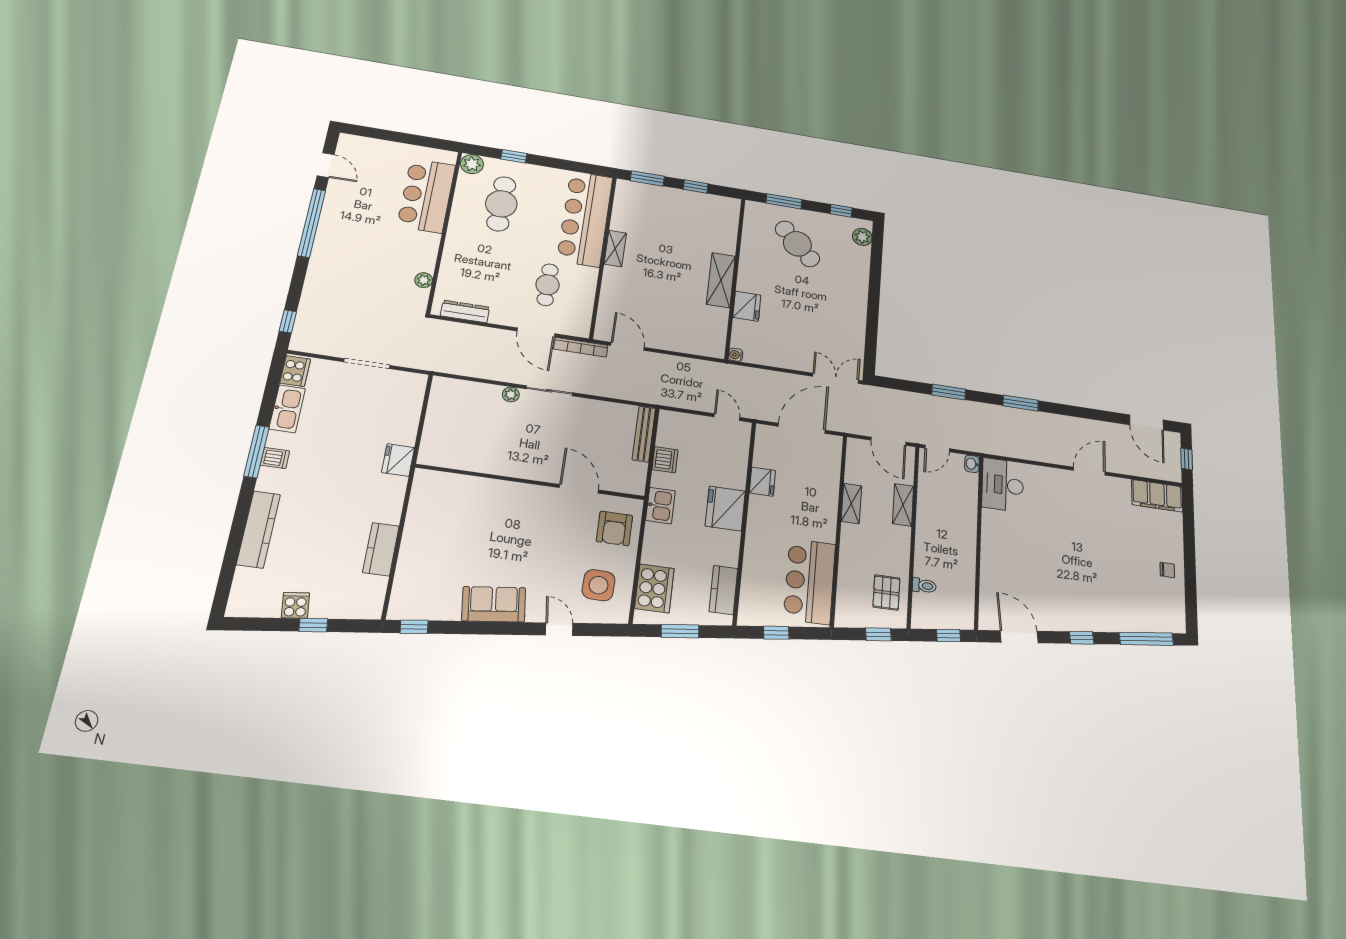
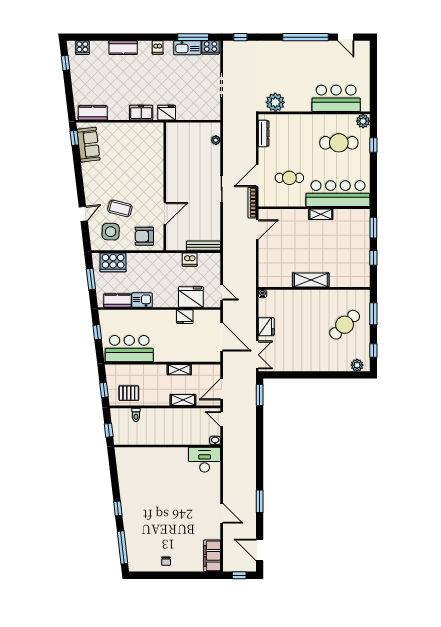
door: (326, 165) -> (346, 37), hinge flipped
plant: (424, 280) -> (275, 102), width x1.87, depth x1.87
fridge: (747, 306) -> (266, 327), moved, turned -90
window: (949, 392) -> (260, 395), moved
plant: (511, 394) -> (216, 140), moved
window: (1021, 403) -> (260, 501), moved
door: (727, 417) -> (222, 292), hinge flipped
door: (1147, 422) -> (260, 550), hinge flipped
window: (256, 451) -> (193, 37), moved
freezer: (389, 503) -> (141, 113), added
kitchen sink: (660, 506) -> (142, 300), moved, turned 180
fridge: (725, 509) -> (191, 297), moved
kitchen counter: (258, 529) -> (123, 48), width x0.67
kitchen counter: (381, 549) -> (93, 113), moved
coffee table: (559, 563) -> (120, 208), added
sofa: (494, 604) -> (88, 145), moved
cooker: (295, 605) -> (82, 48), moved, turned 97
window: (313, 625) -> (66, 63), moved
door: (1019, 637) -> (114, 471), removed

